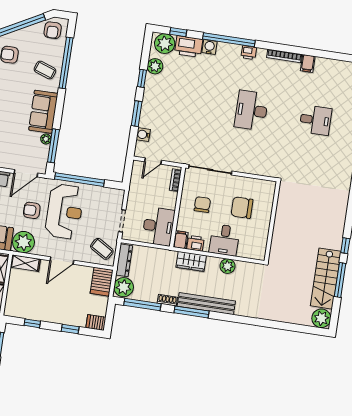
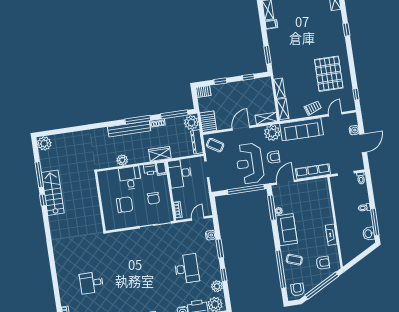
desk: (251, 110) -> (187, 269), moved
wardrobe: (191, 261) -> (160, 154), moved
stairs: (326, 279) -> (53, 193), moved

